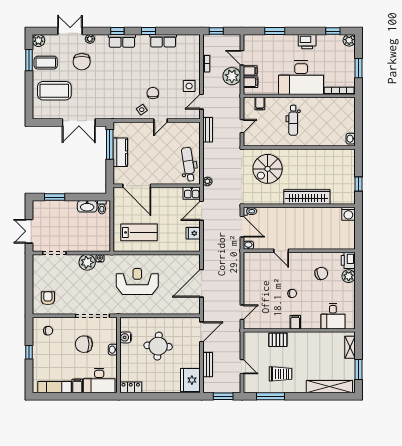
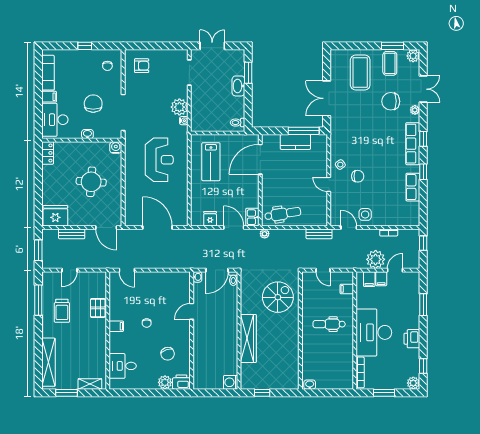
row of seats: (122, 41) -> (413, 144), width x1.48
spiral stairs: (268, 169) -> (278, 297), turned 90
washbasin: (87, 206) -> (238, 86), moved
water cooler: (126, 337) -> (116, 147), moved

